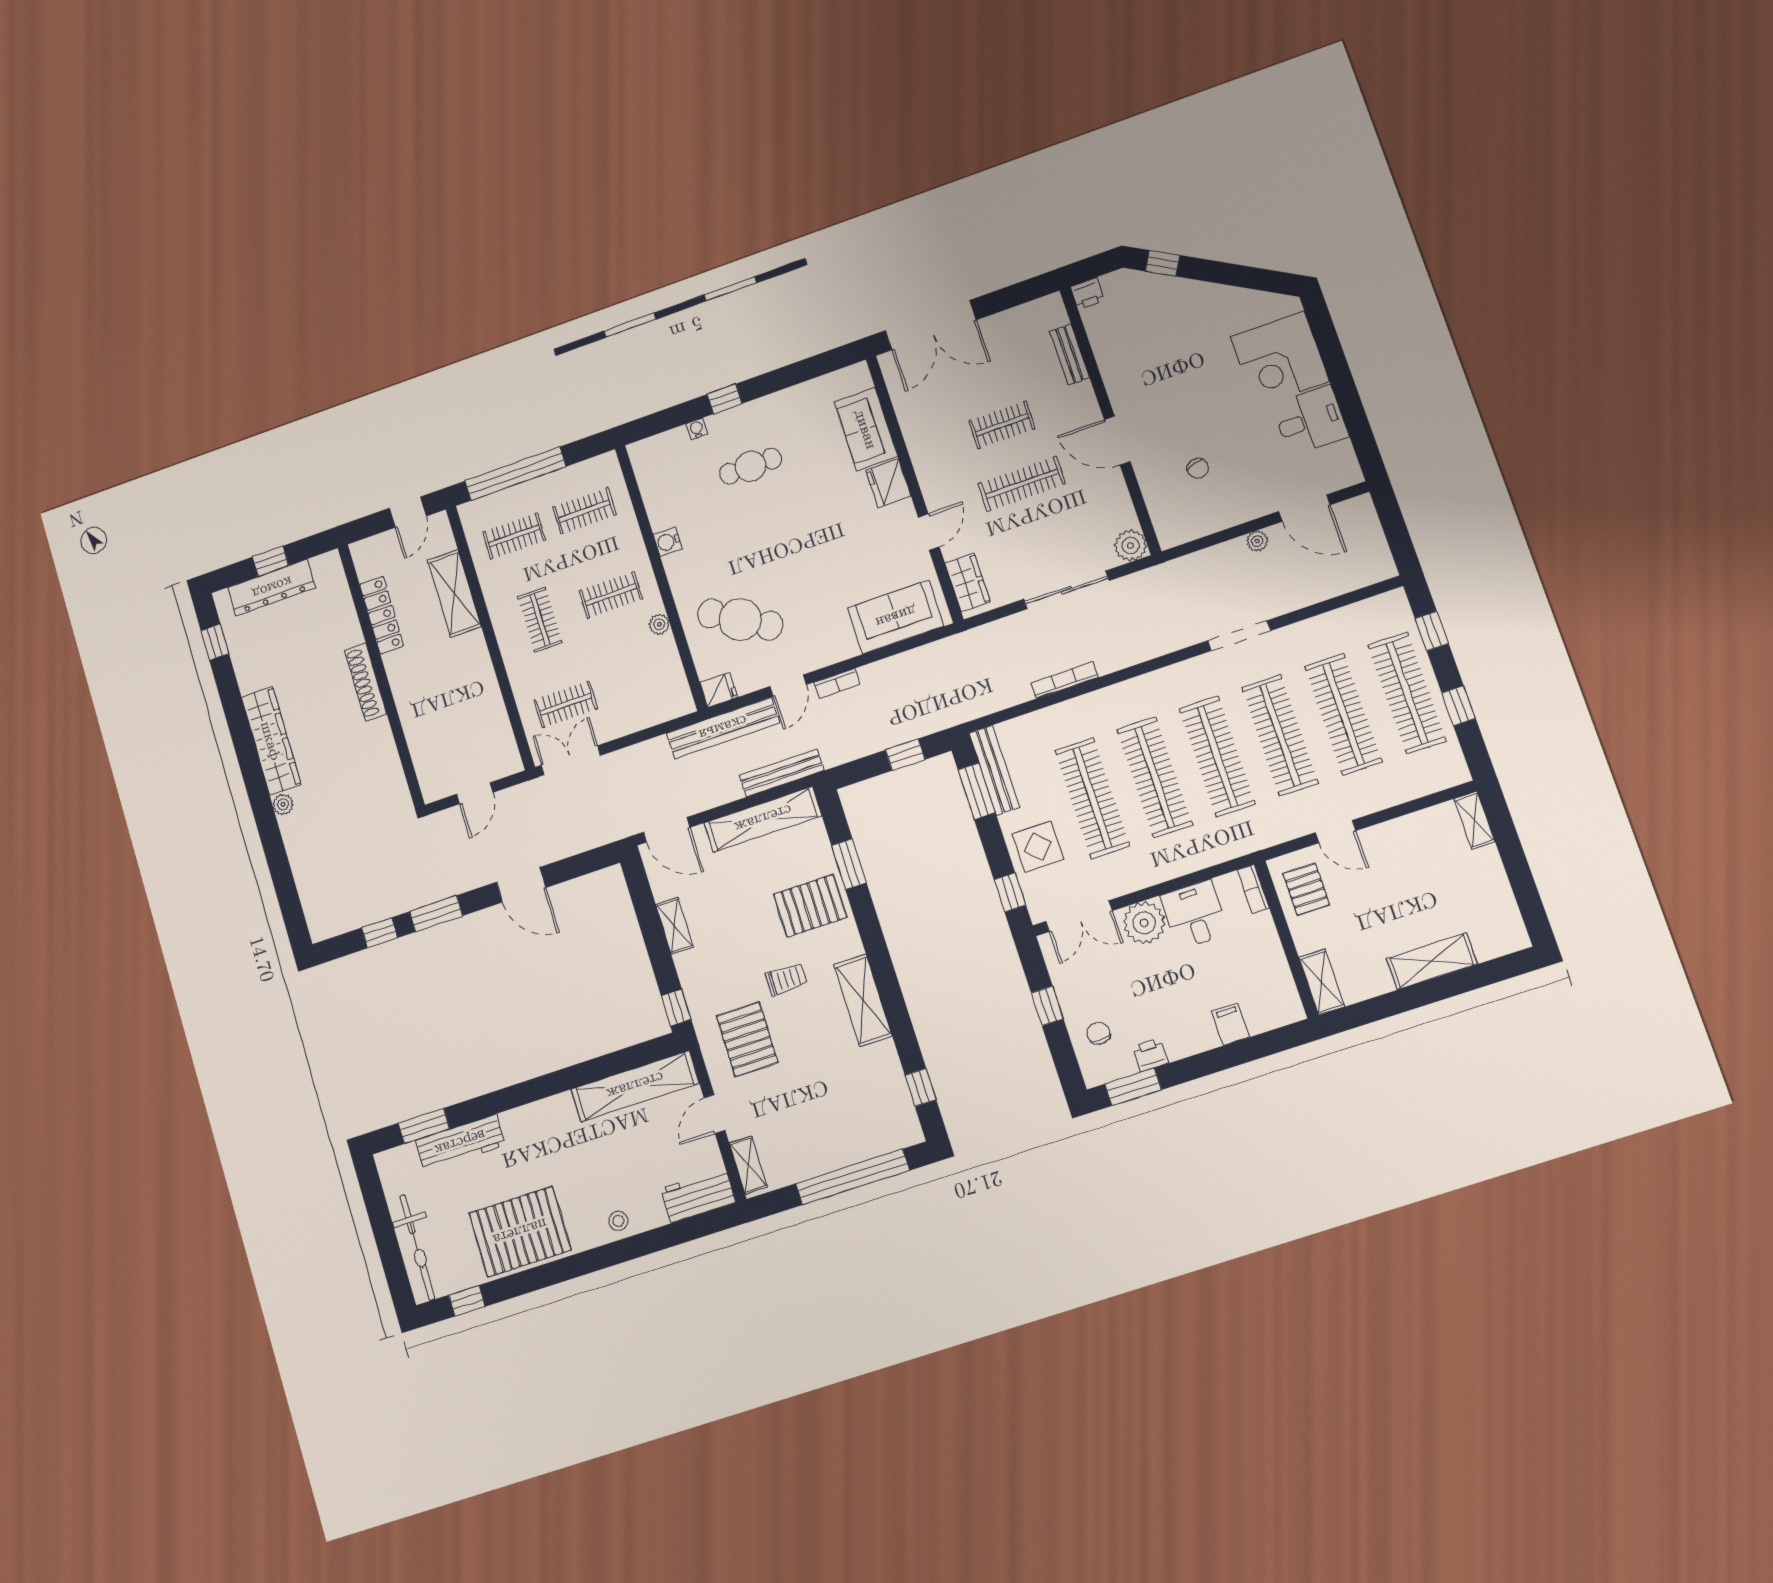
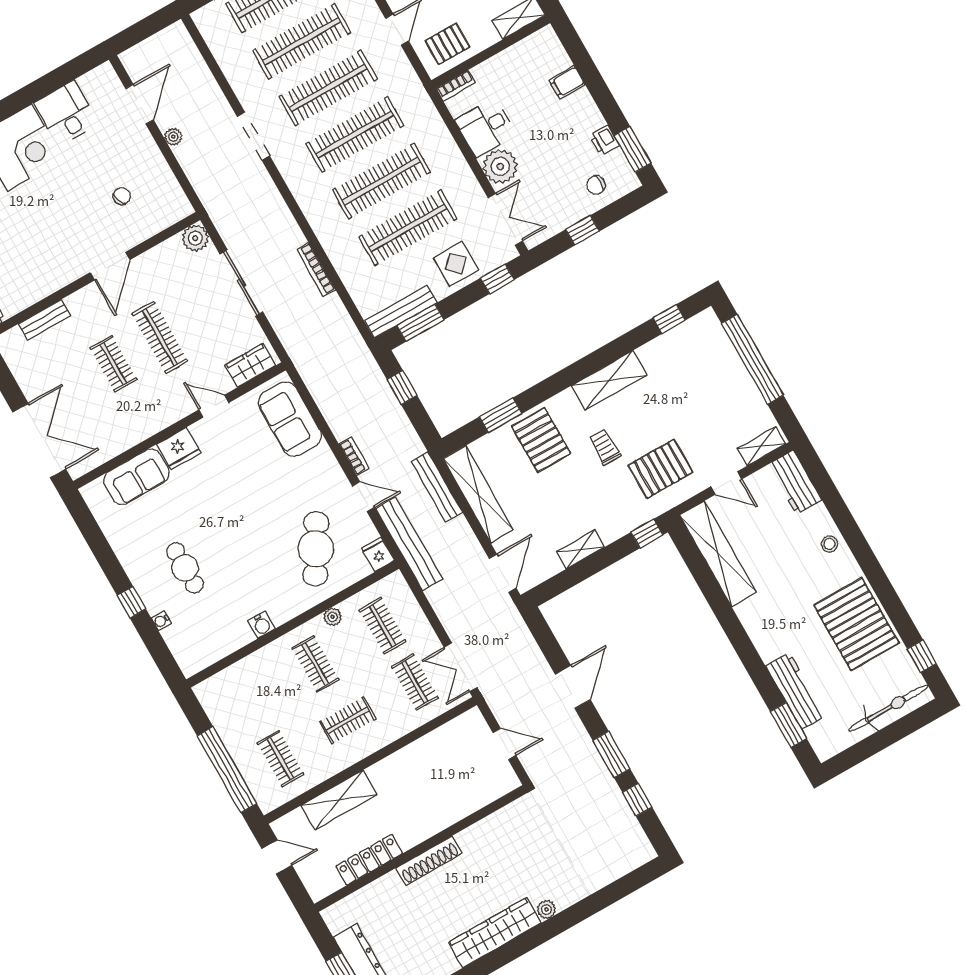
clothes rail: (585, 511) -> (383, 626), moved

